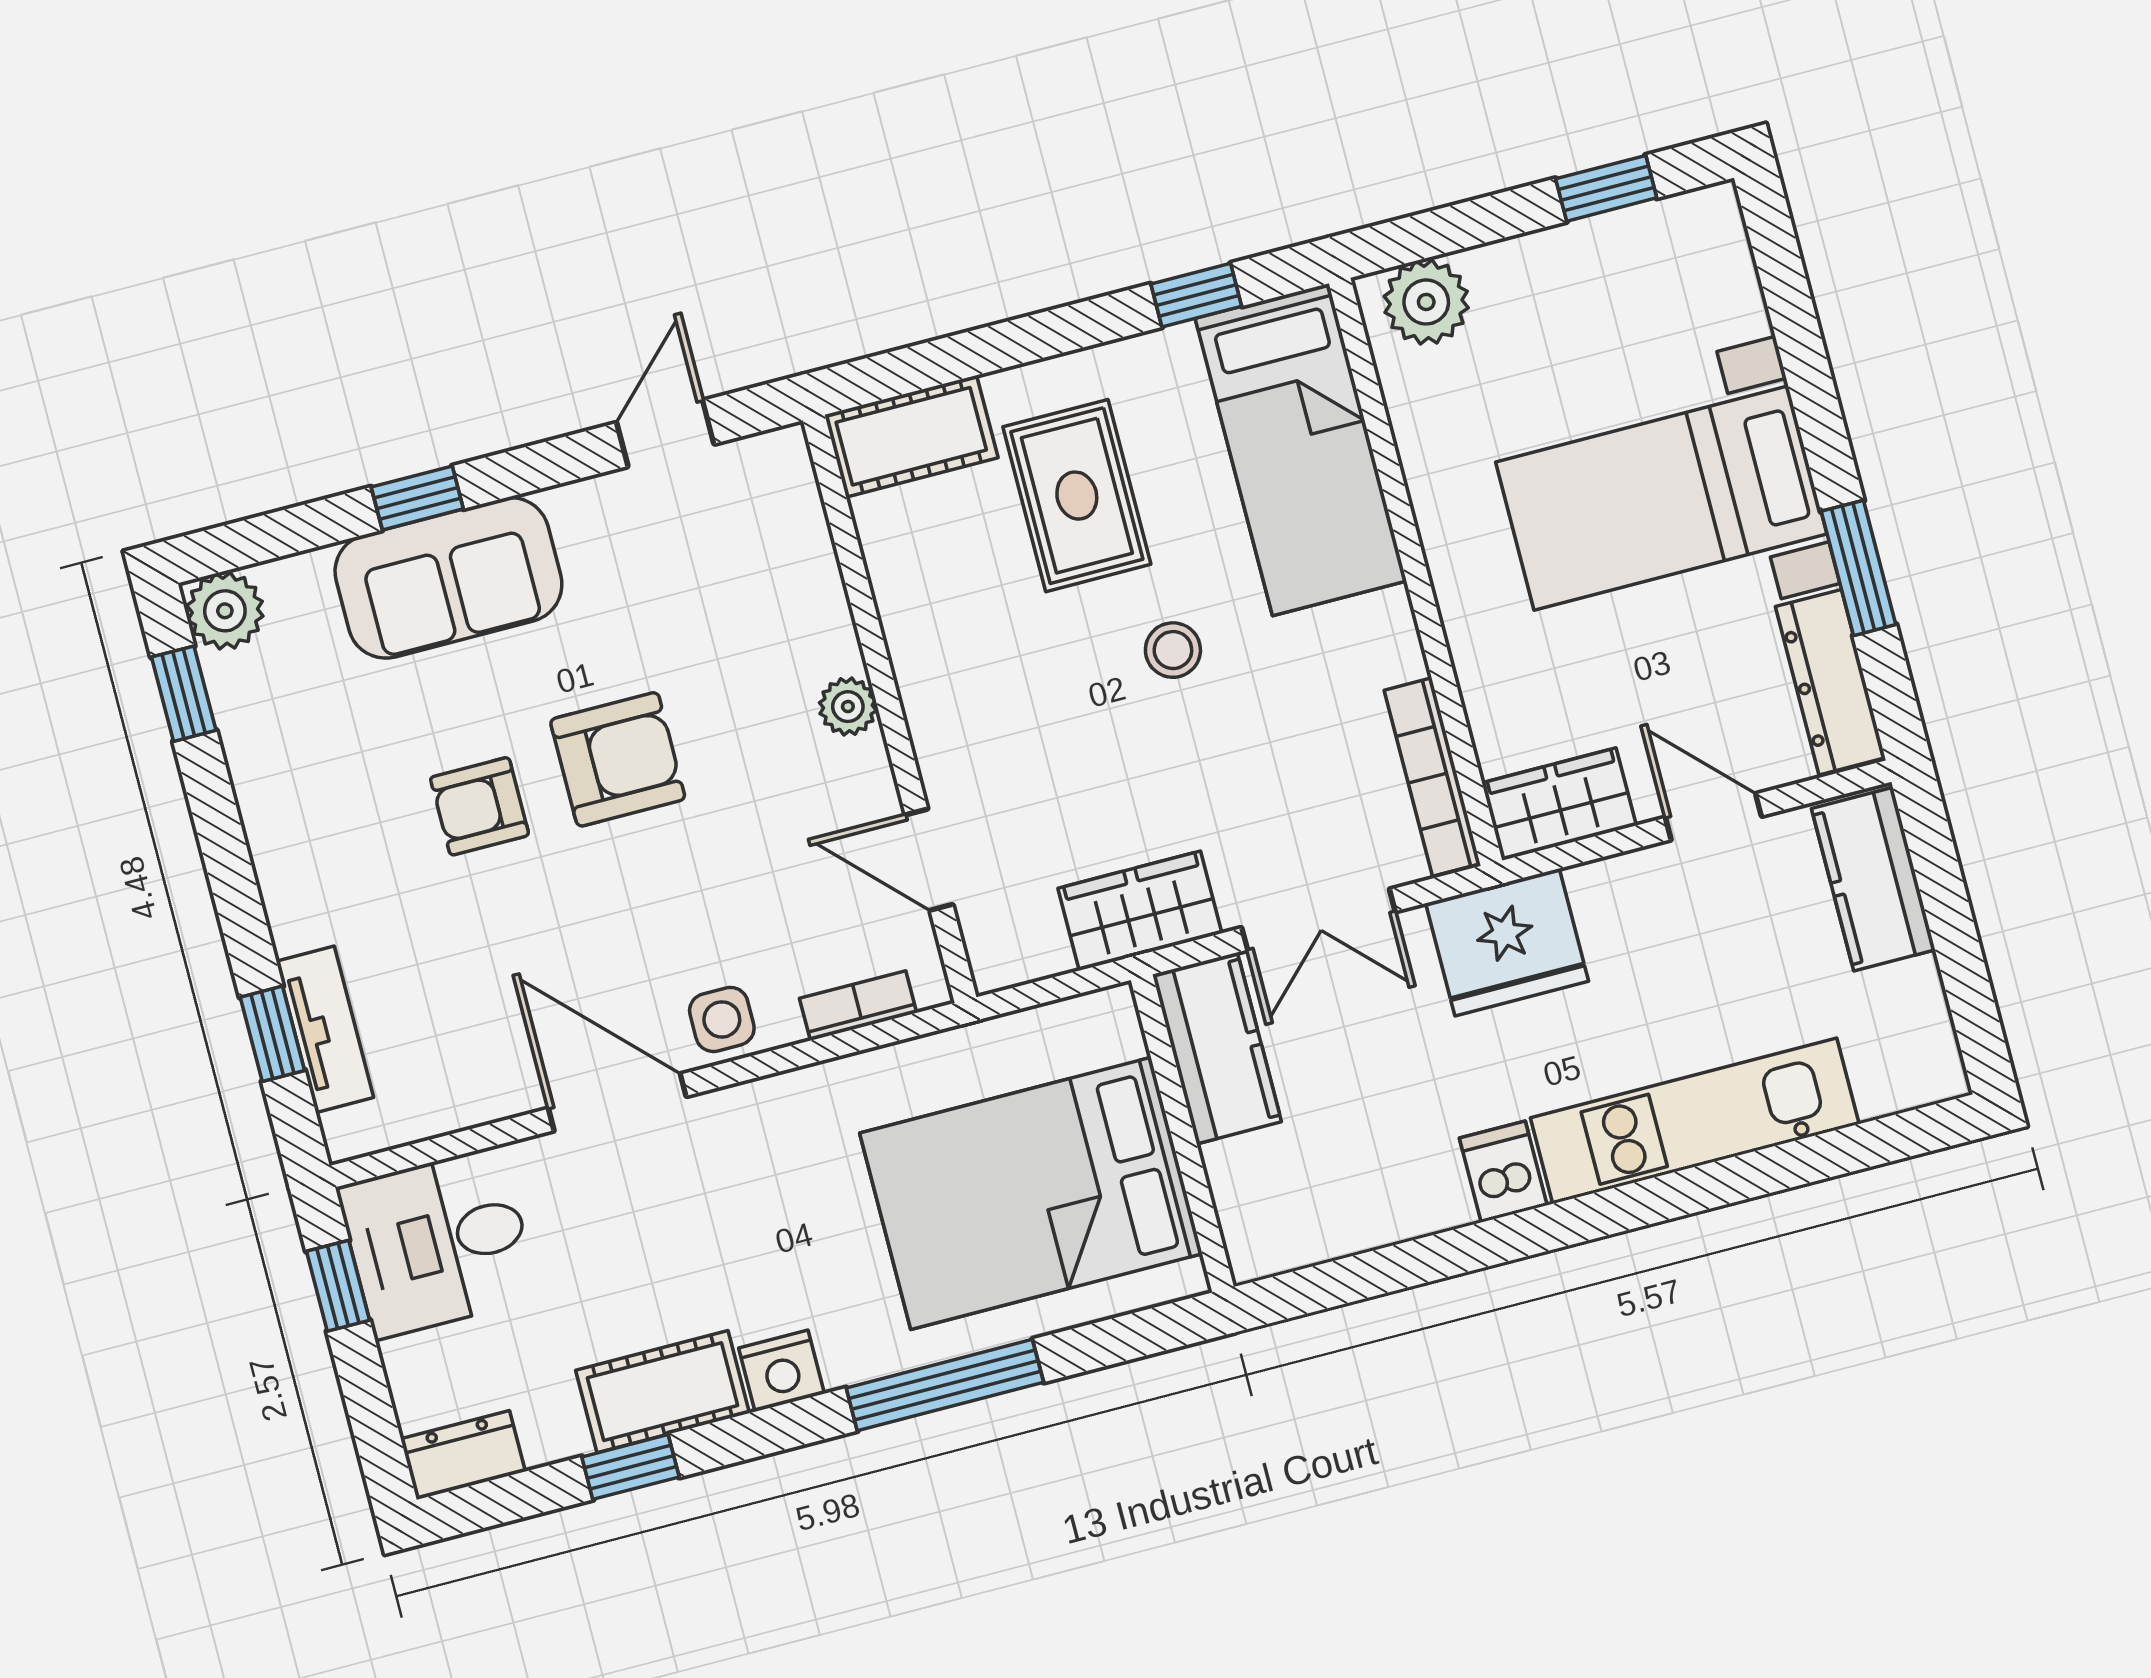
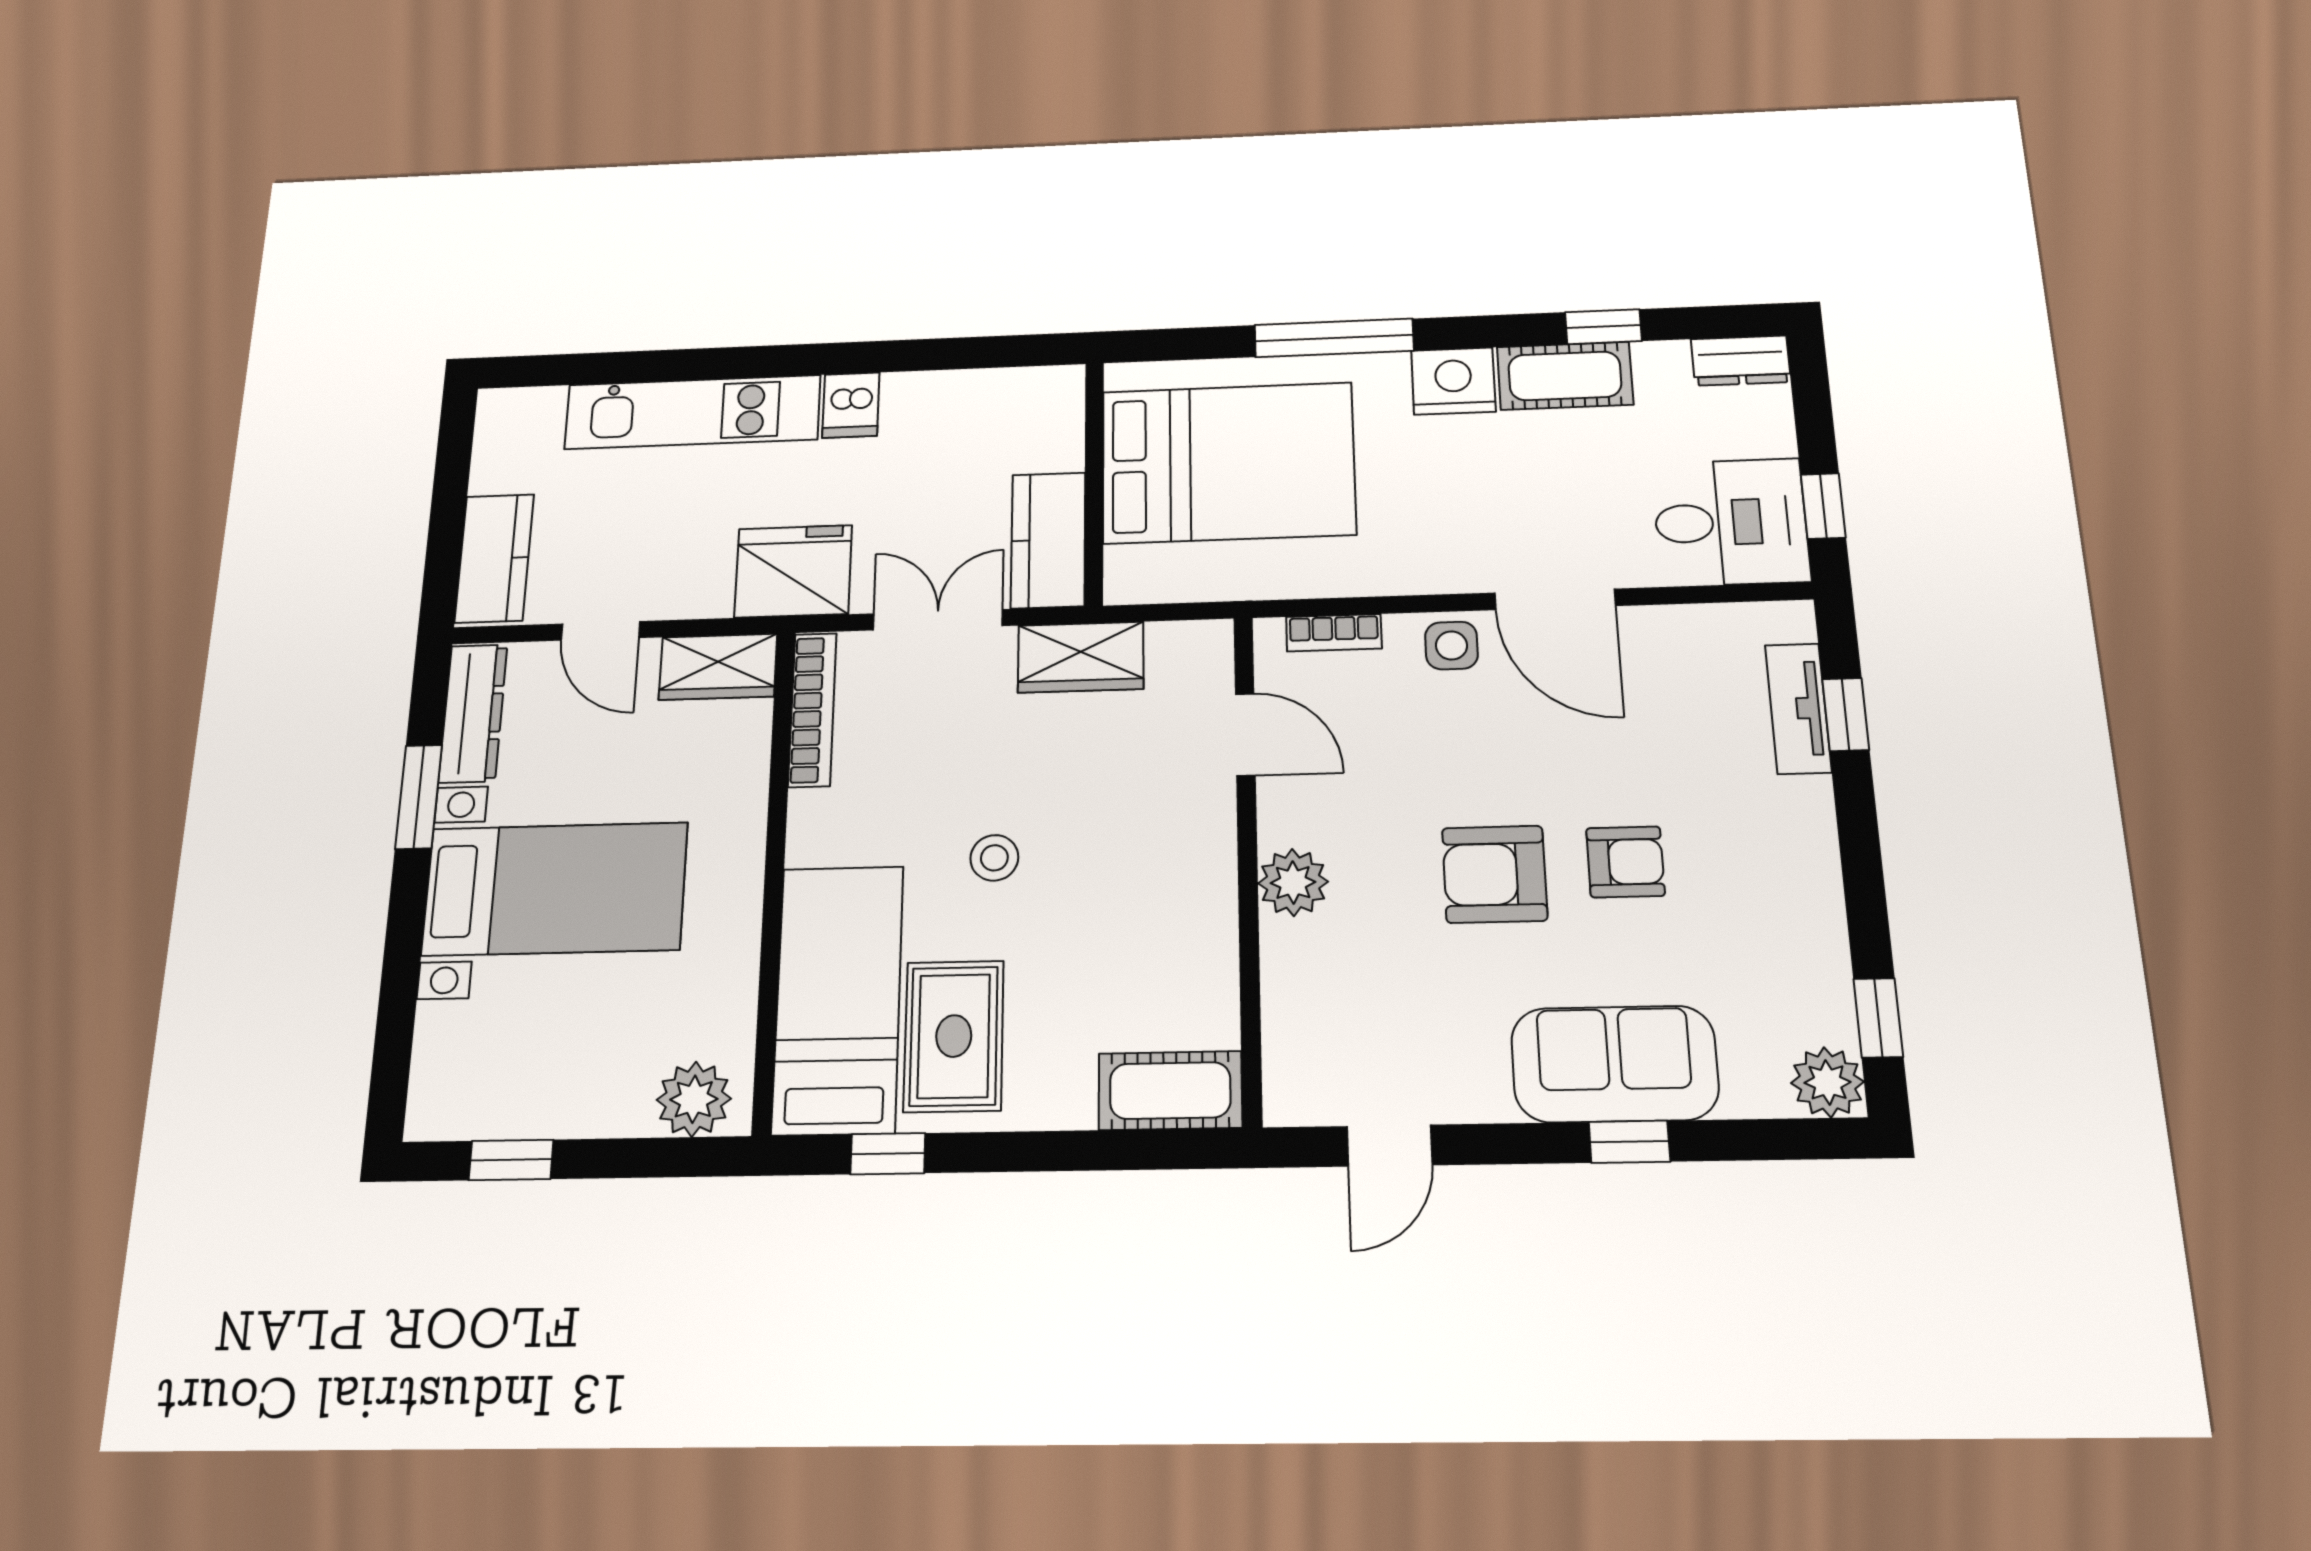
rug: (1077, 496) -> (954, 1036), moved
plant: (848, 707) -> (1293, 882), width x1.38, depth x1.38
nightstand: (781, 1371) -> (1453, 381), width x1.36, depth x1.33

